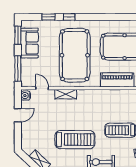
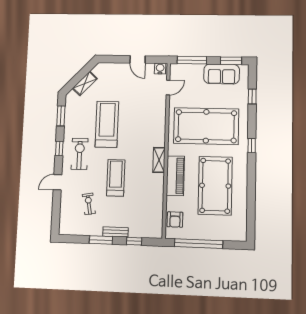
window: (69, 17) -> (252, 146), moved
shelving: (66, 94) -> (159, 160), moved
treadmill: (75, 140) -> (107, 124), turned 180

